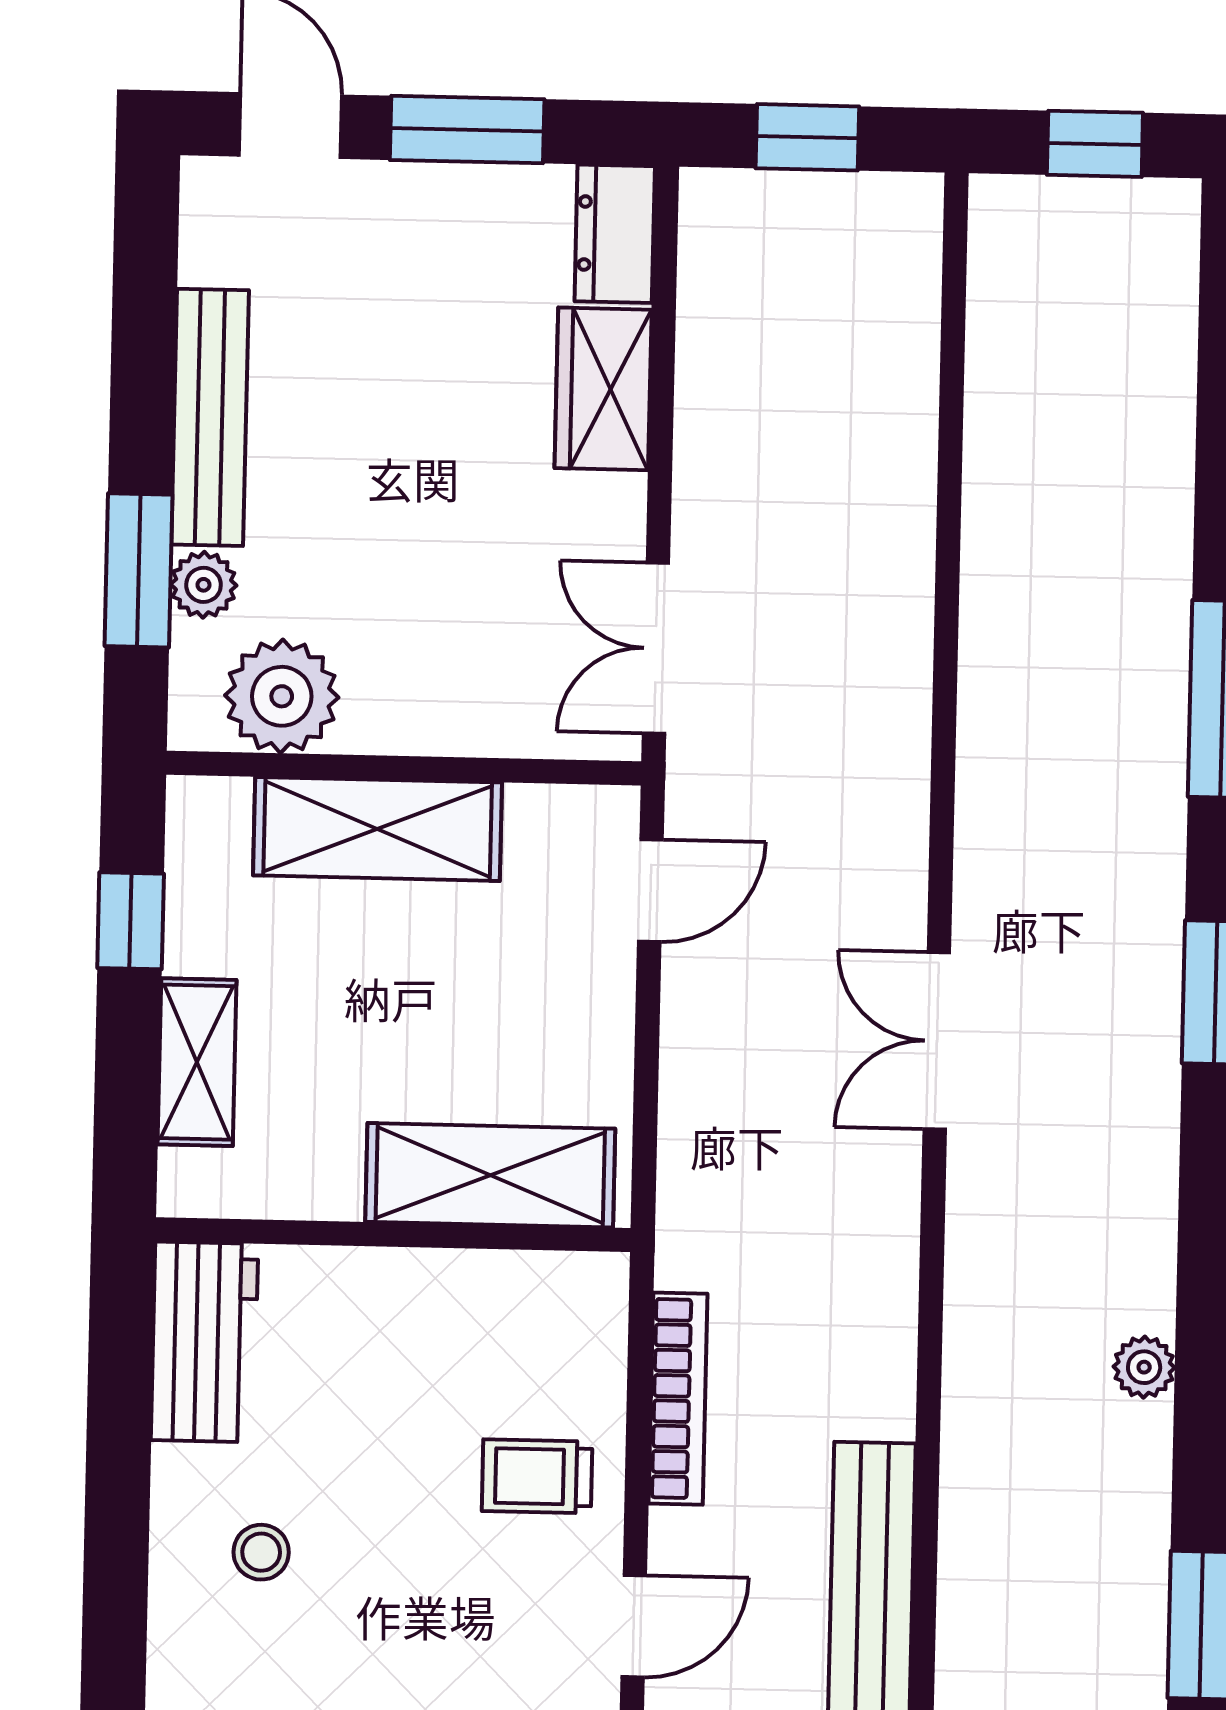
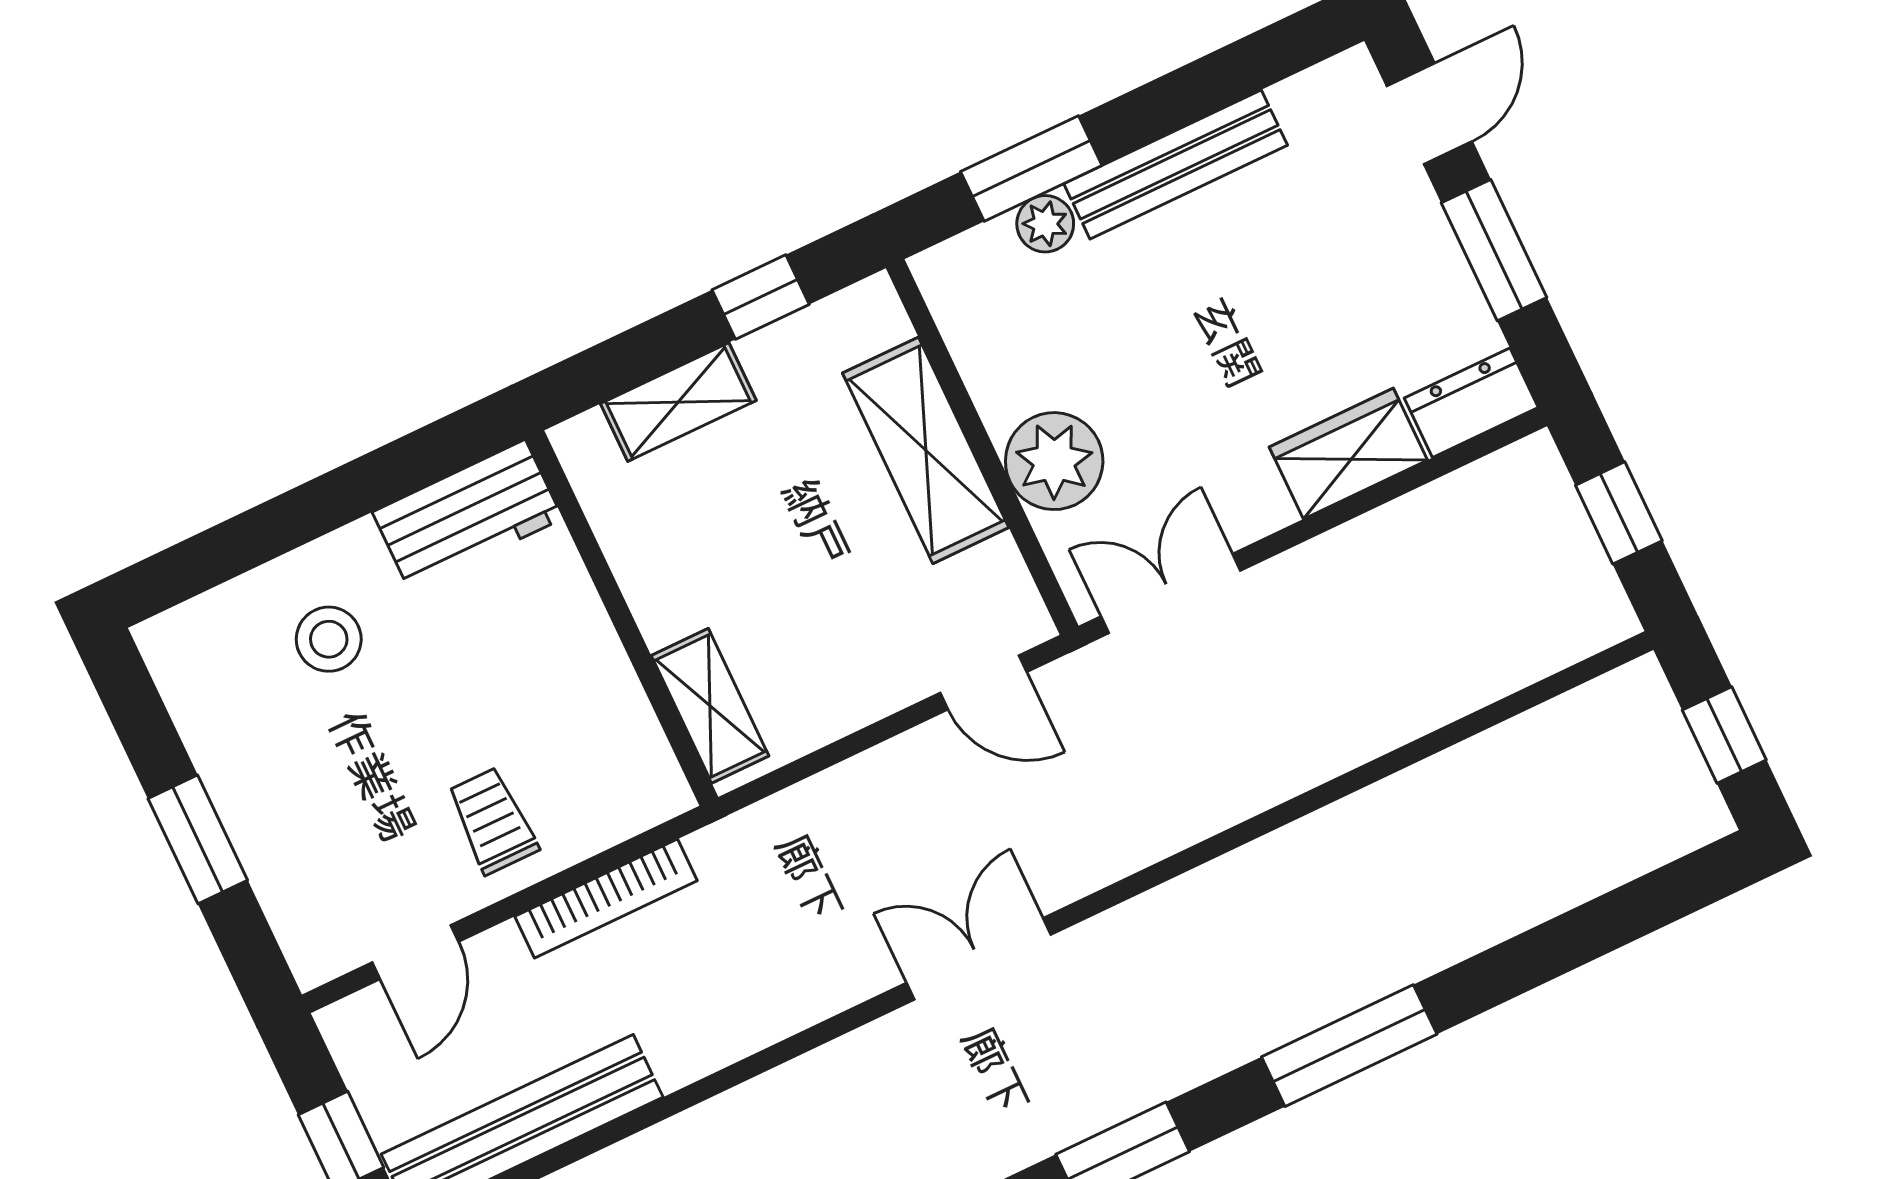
plant: (282, 696) -> (1054, 461), moved
shelving: (490, 1175) -> (710, 706), width x0.67, depth x0.75
stool: (261, 1552) -> (329, 639), width x1.37, depth x1.37
door: (634, 1626) -> (415, 952), hinge flipped

